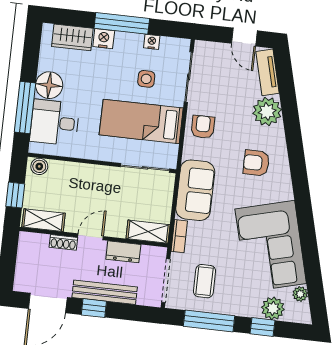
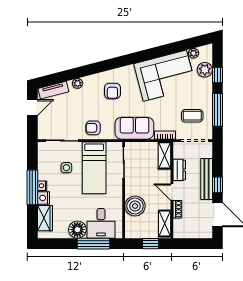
nightstand: (152, 42) -> (42, 186), moved
plant: (267, 111) -> (78, 83), width x0.53, depth x0.53
boiler: (39, 166) -> (135, 206), moved, width x1.86, depth x1.86

